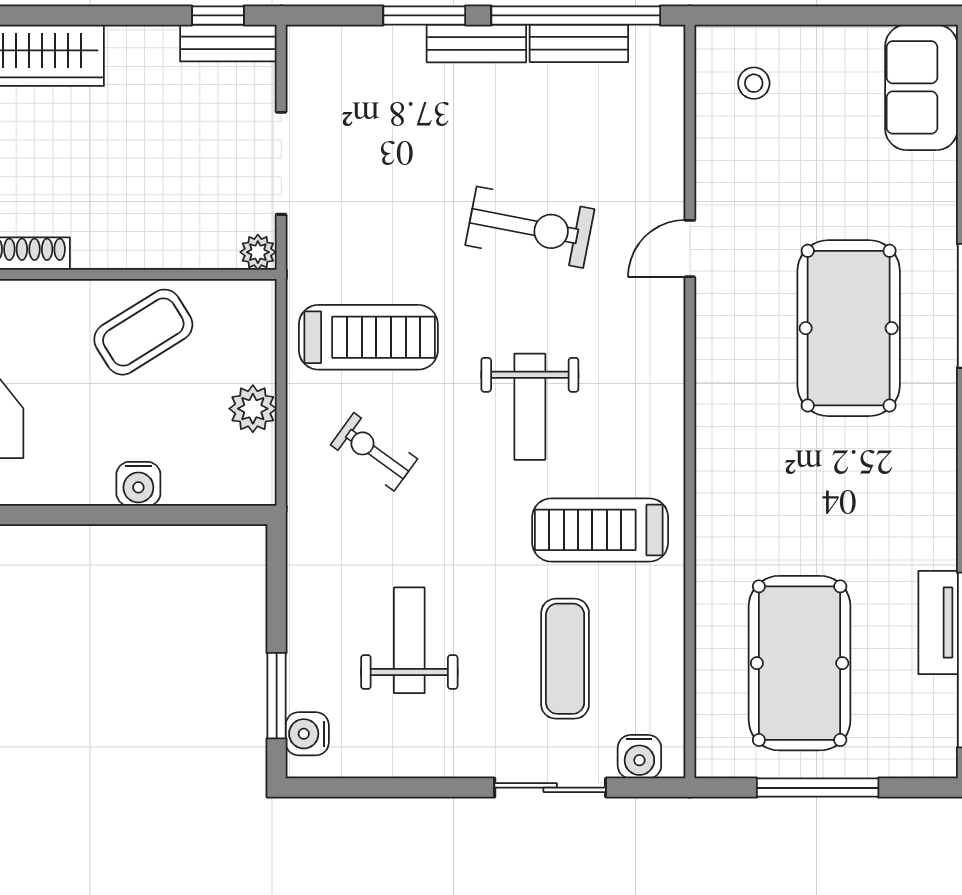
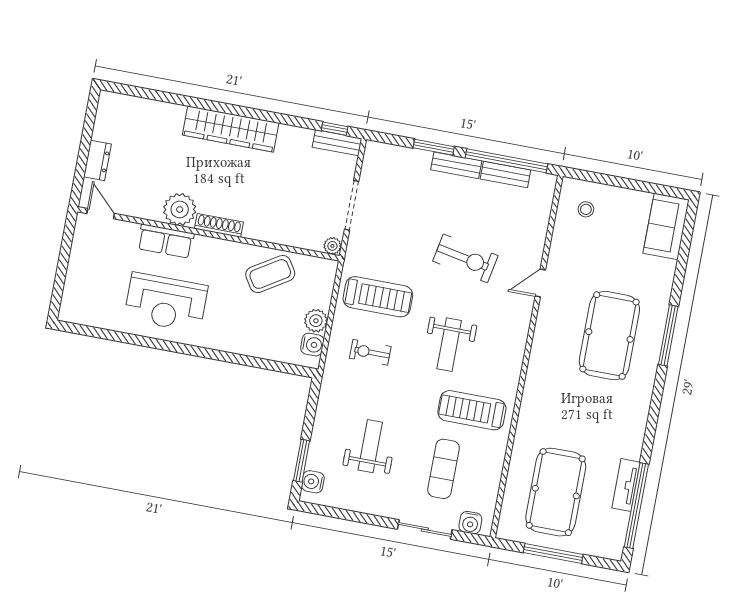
exercise bike: (374, 452) -> (370, 352), turned -36
water cooler: (138, 484) -> (312, 345), moved, turned -90

